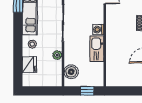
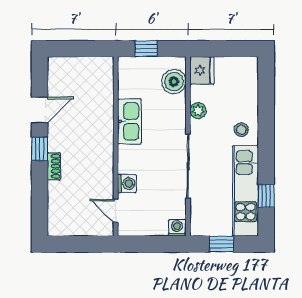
washing machine: (98, 30) -> (127, 184), moved
fridge: (29, 65) -> (202, 70), moved, turned 180

